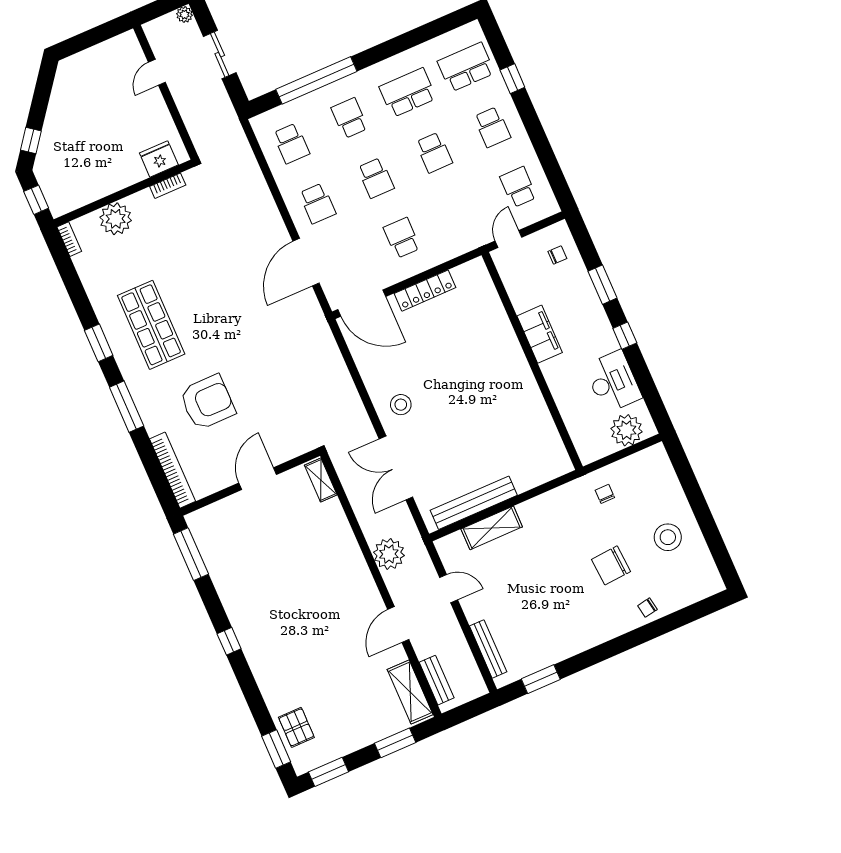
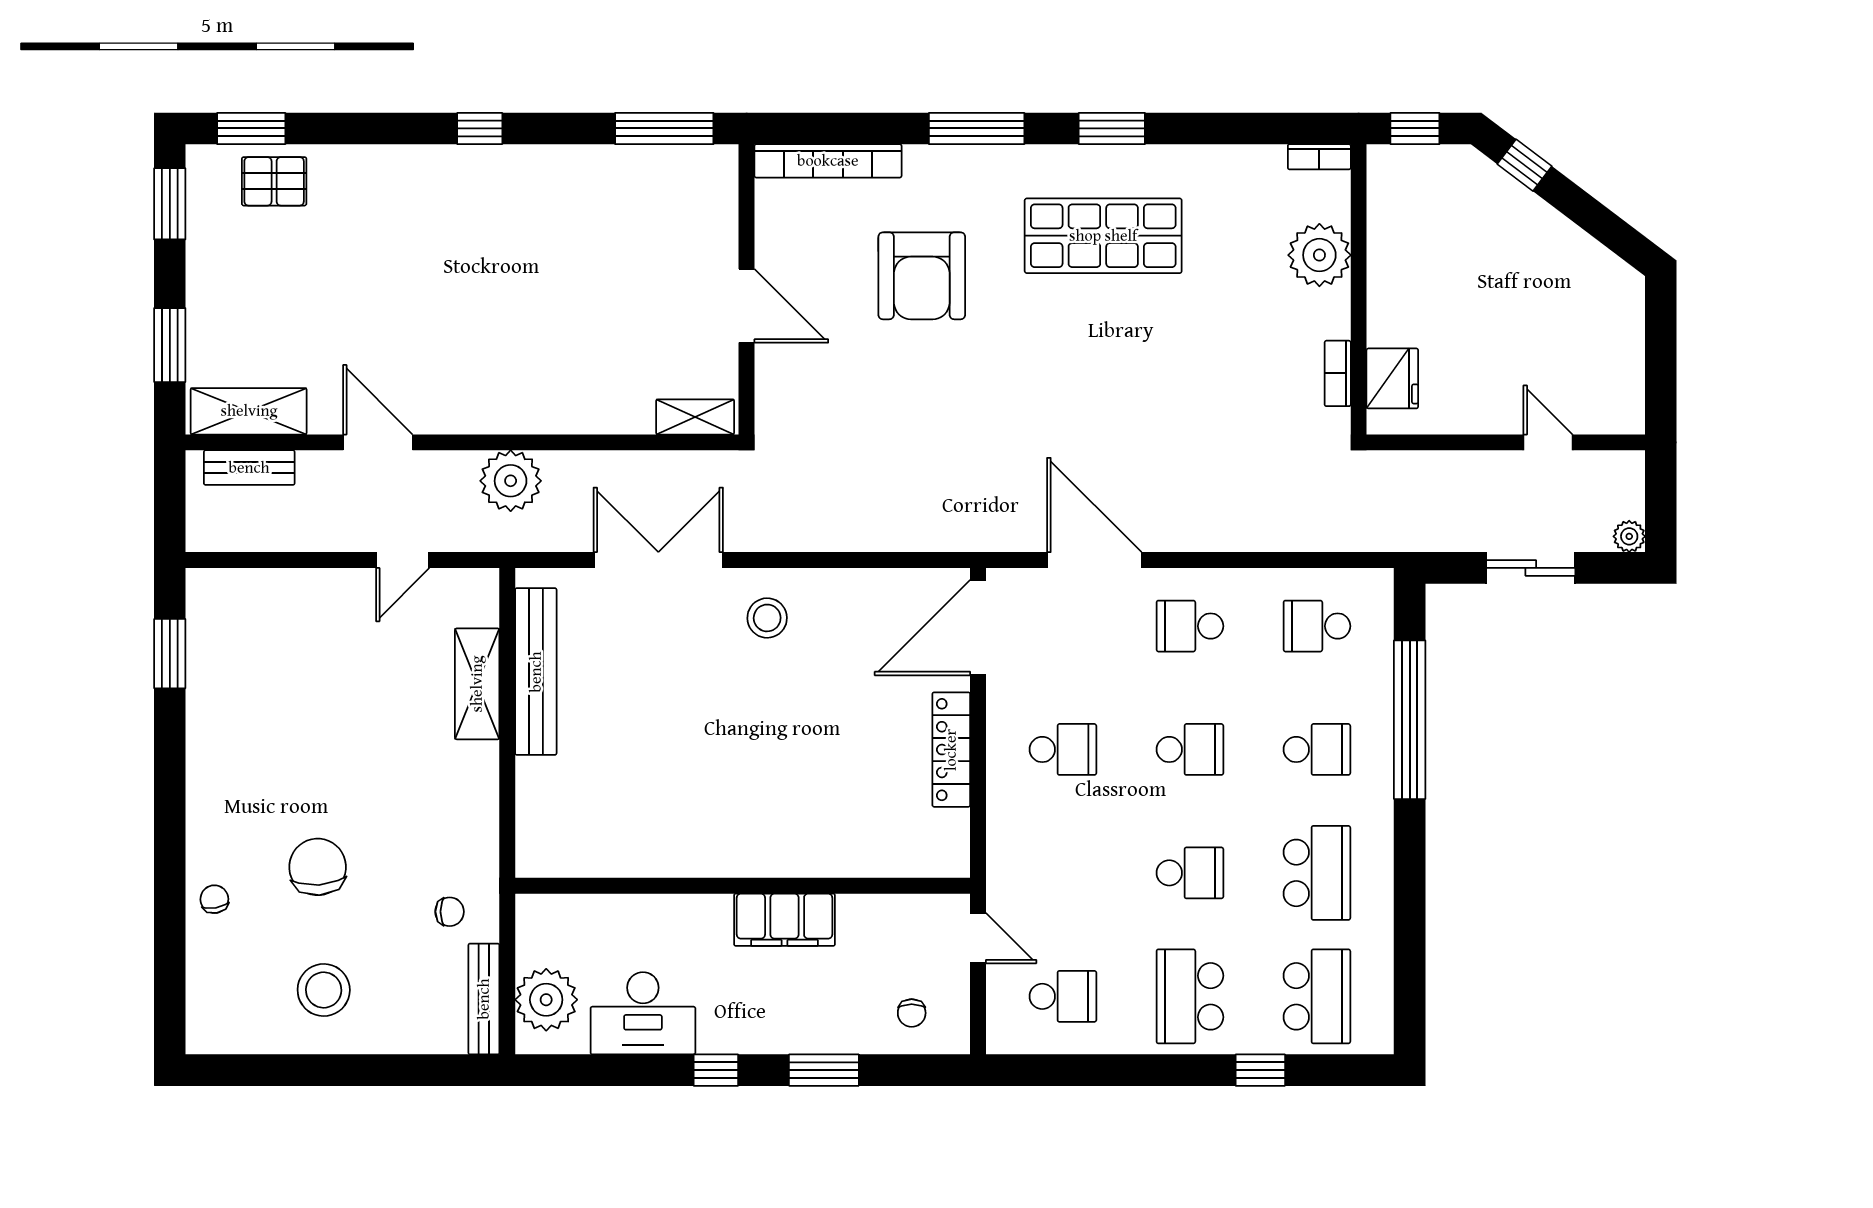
school desk: (492, 127) -> (1190, 996), width x1.85
school desk: (434, 153) -> (1190, 873), turned 180
school desk: (376, 178) -> (1190, 749), turned 180
bench: (488, 649) -> (484, 999), moved, turned 90

